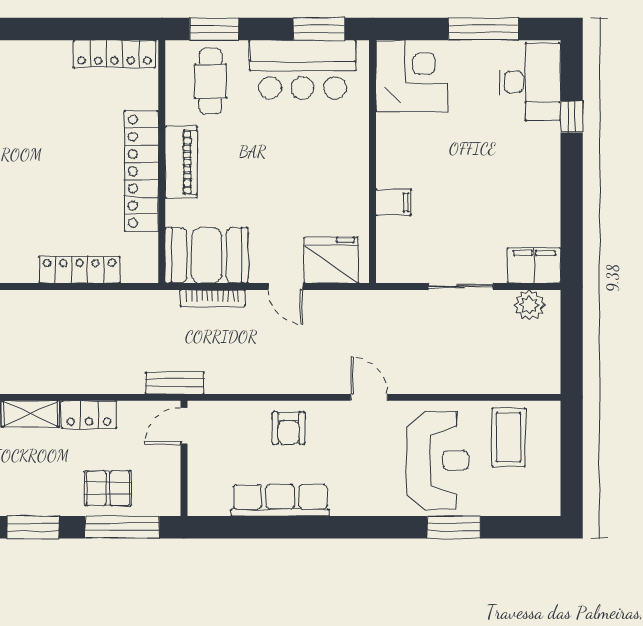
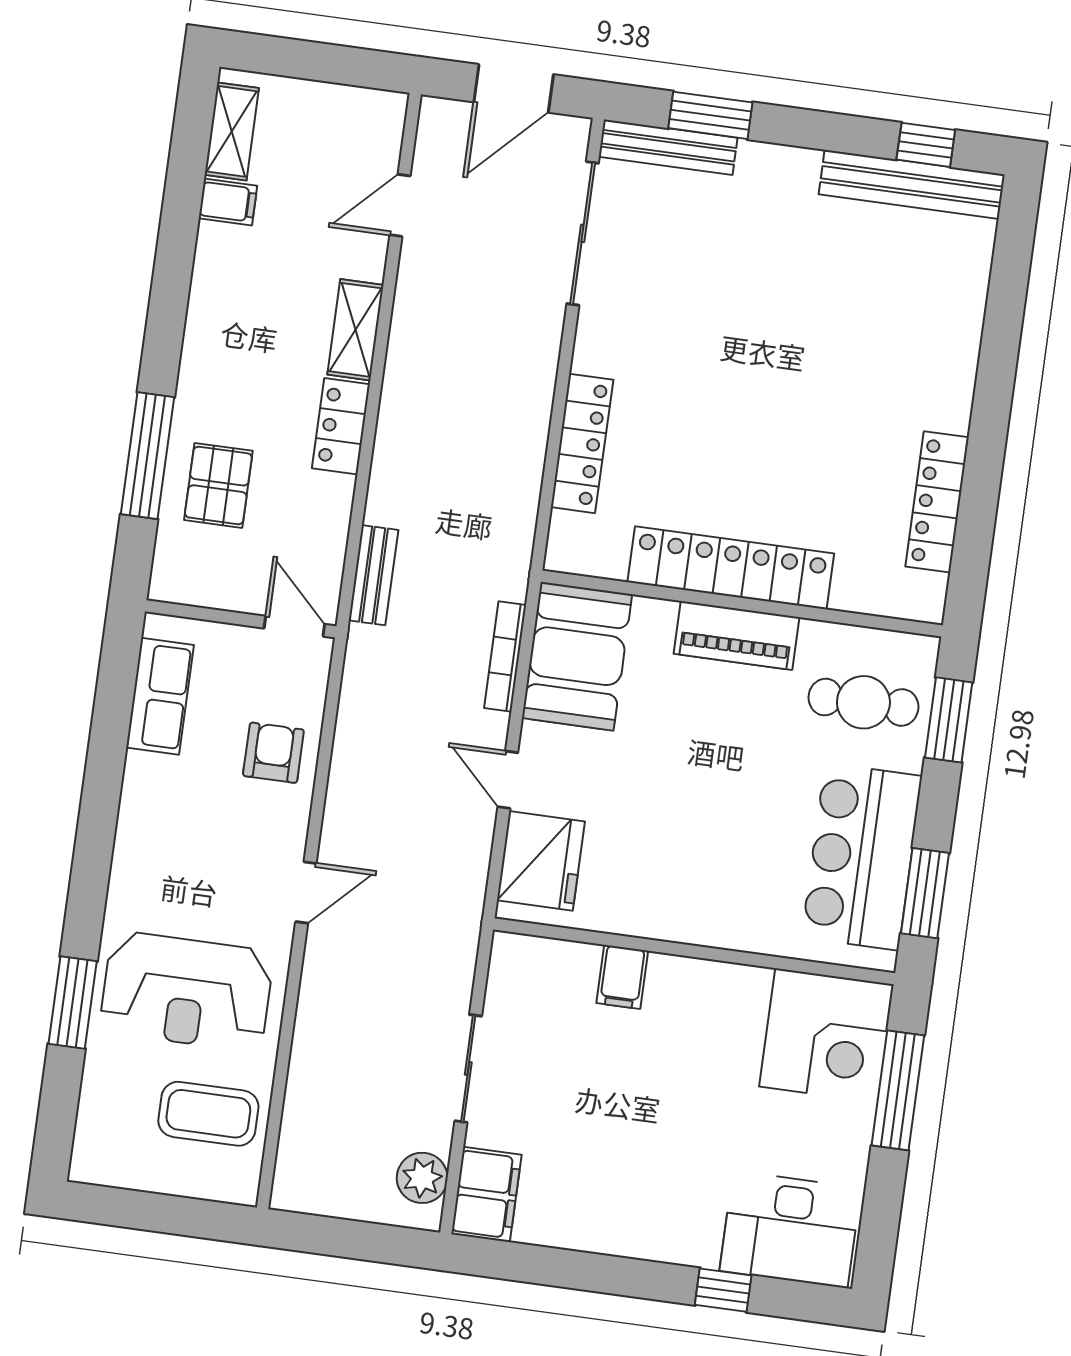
window: (483, 29) -> (898, 1090), moved
locker: (114, 54) -> (937, 502), moved
door: (286, 286) -> (508, 780), hinge flipped
door: (184, 426) -> (294, 626), moved
armchair: (289, 428) -> (273, 753), turned 90
wall: (184, 458) -> (241, 619), moved
pallet: (108, 488) -> (218, 485), moved
row of seats: (280, 500) -> (160, 696), width x0.68
window: (33, 527) -> (168, 309), removed

